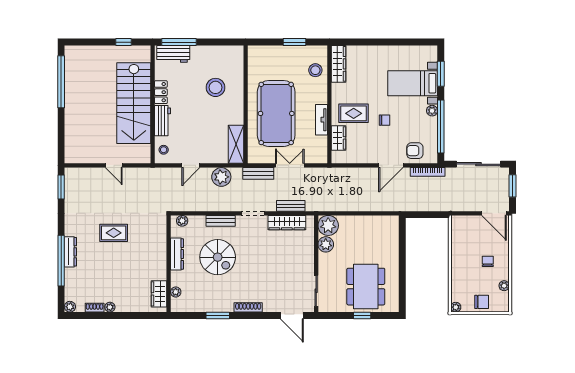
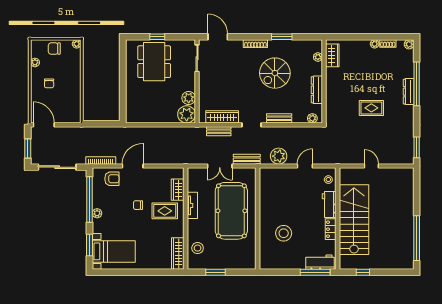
bed with nightstands: (413, 83) -> (114, 251), moved
shelving: (236, 144) -> (266, 184), removed
spiral stairs: (218, 257) -> (275, 73), moved, turned -90

